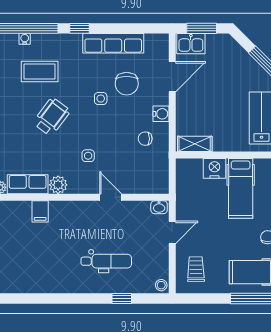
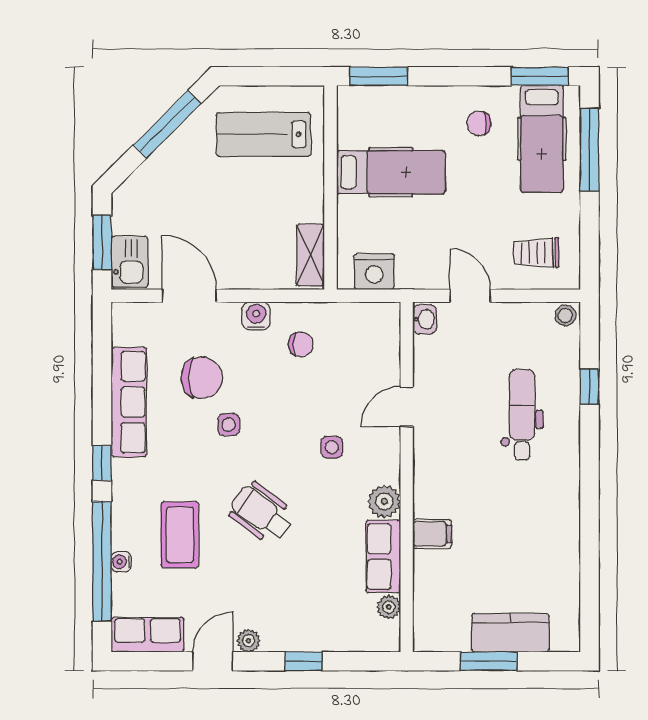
chair: (145, 139) -> (301, 344), turned -90
nightstand: (215, 168) -> (374, 272), moved, turned -90

